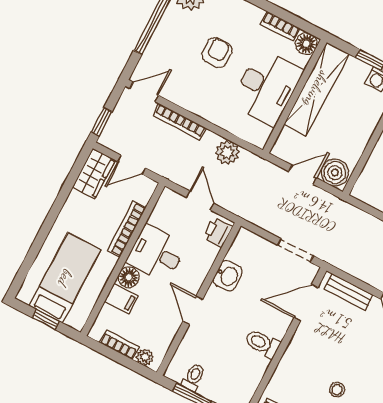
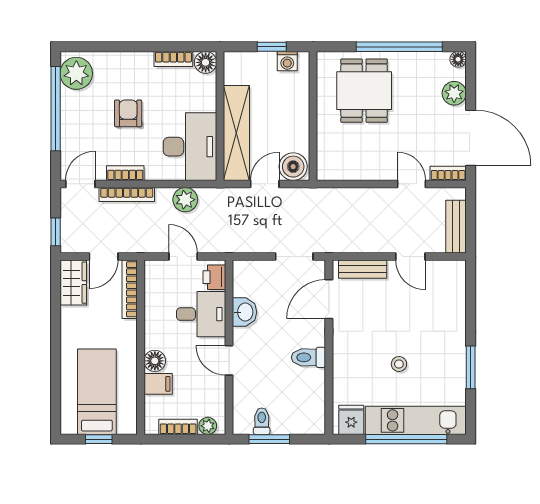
desk: (267, 87) -> (190, 147), moved
shelving: (316, 89) -> (236, 133), moved
bookcase: (188, 103) -> (125, 173), added
bookcase: (127, 229) -> (130, 289), moved
desk: (156, 253) -> (201, 314), moved, turned 180

